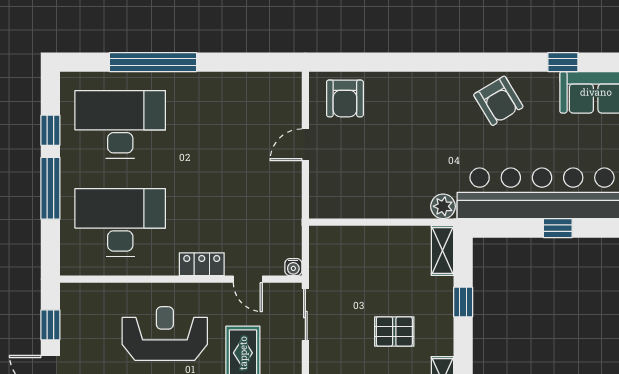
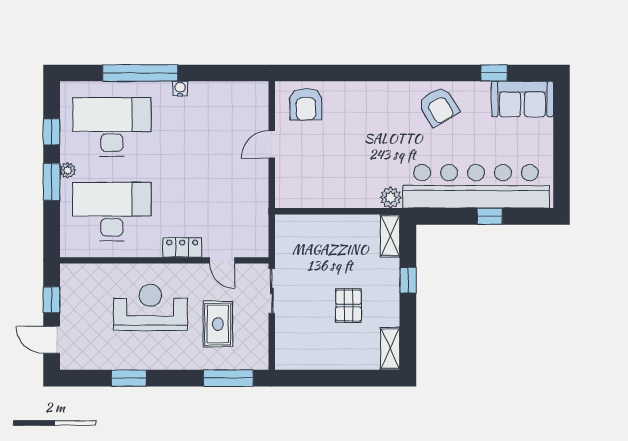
plant: (69, 175) -> (68, 170), added
window: (50, 188) -> (52, 182), width x0.69
water cooler: (293, 267) -> (180, 88), moved, turned 180
pallet: (394, 331) -> (349, 306), turned 90

